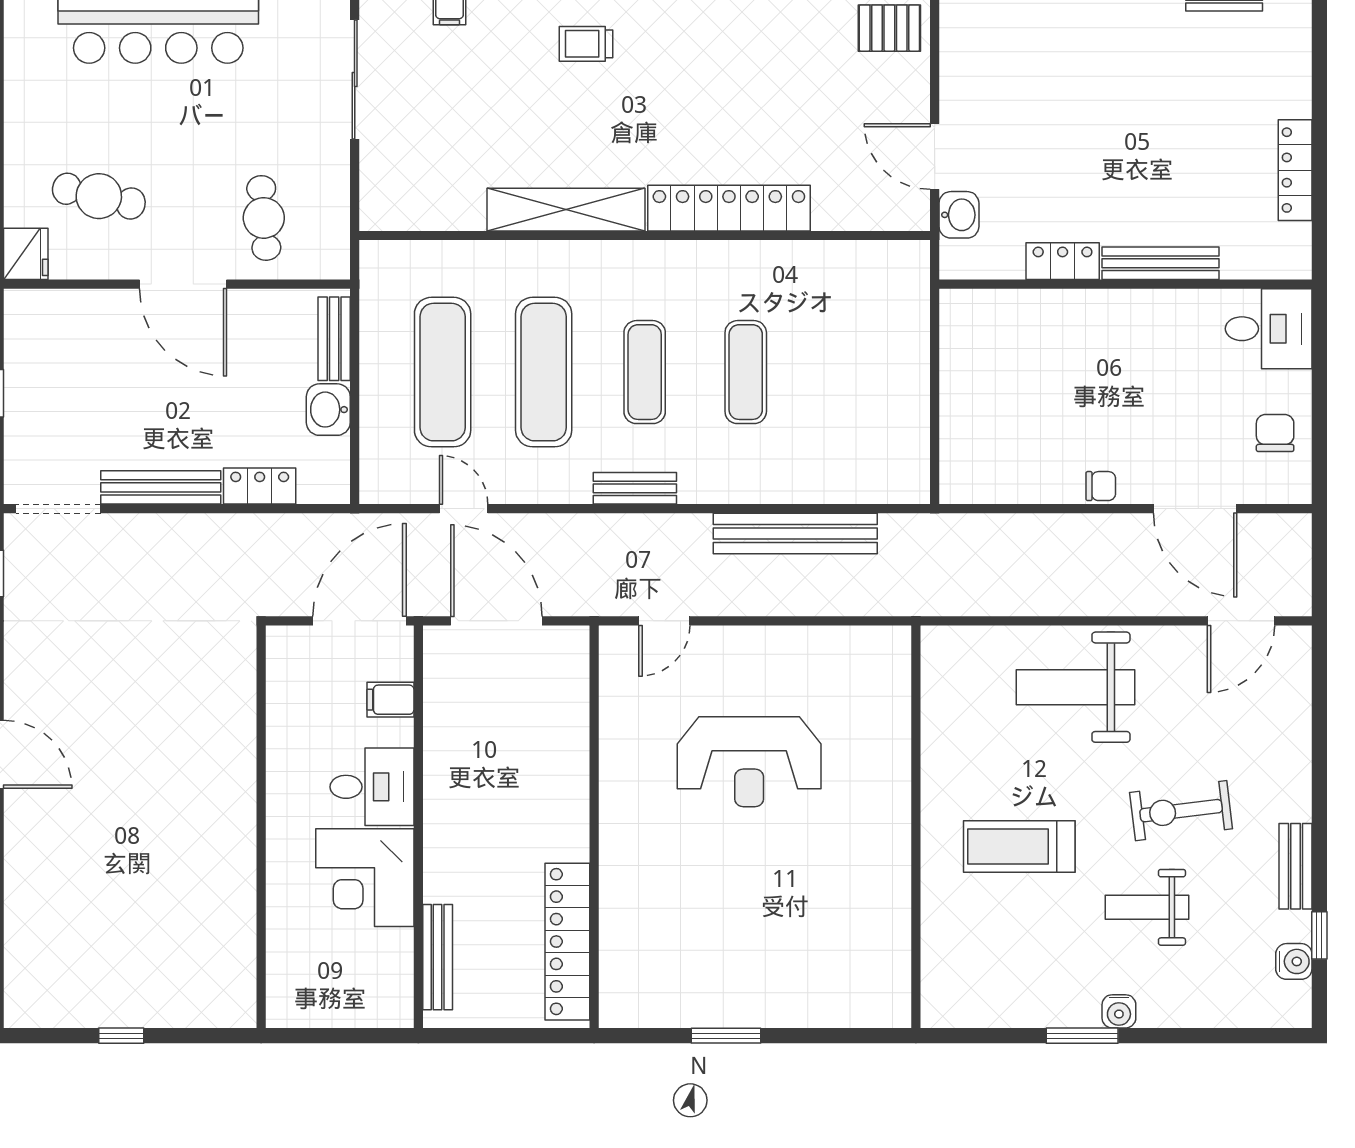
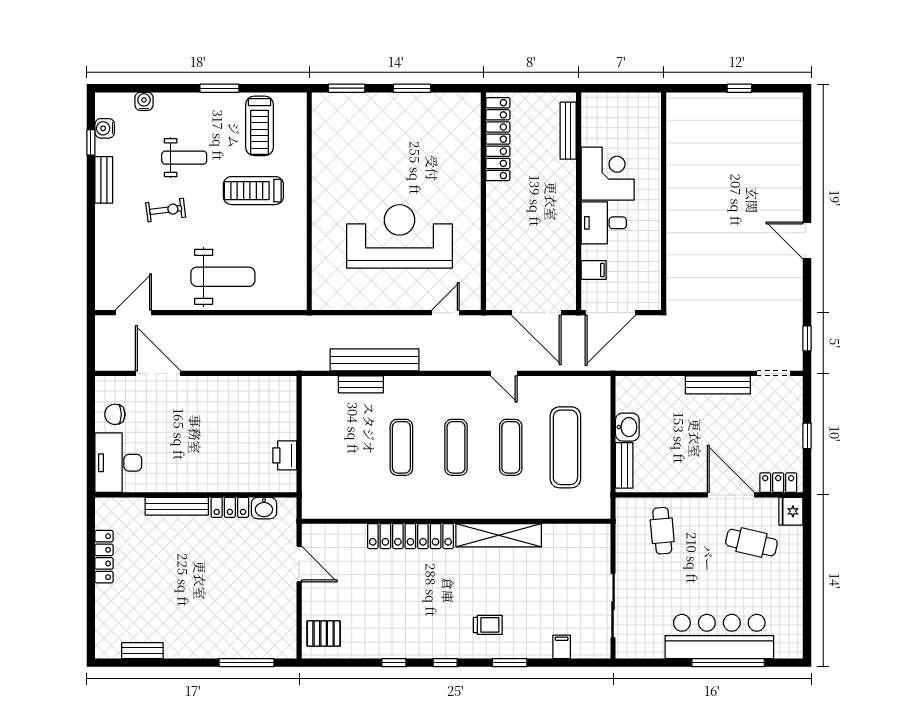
washbasin: (959, 215) -> (264, 508), moved, turned -90
door: (183, 284) -> (731, 495), moved
desk: (1269, 329) -> (118, 463), width x1.37
printer: (961, 357) -> (285, 455), added
exercise mat: (544, 372) -> (511, 447), width x0.73, depth x0.69
chair: (1275, 433) -> (115, 414), turned 90
locker: (260, 486) -> (778, 483), moved, turned 180
chair: (1101, 486) -> (209, 386), removed
bench: (635, 488) -> (361, 384), moved
doorway: (58, 509) -> (773, 373), width x0.73
door: (464, 509) -> (504, 373), moved
reception desk: (749, 762) -> (400, 236), width x1.36, depth x1.30
exercise bike: (1181, 811) -> (166, 210), width x0.73, depth x0.72
treadmill: (1019, 846) -> (253, 191), turned 180
treadmill: (1008, 966) -> (259, 126), added
water cooler: (1119, 1011) -> (144, 101), moved
window: (847, 1036) -> (347, 88), added

